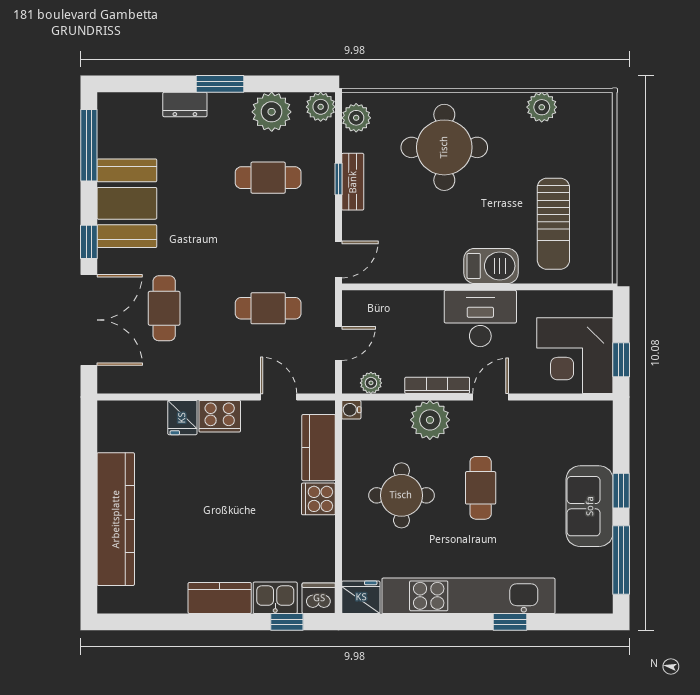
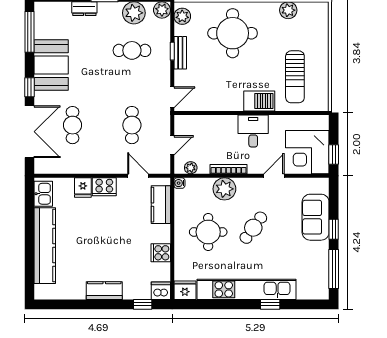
cafe table: (268, 308) -> (132, 125), turned 90
desk: (480, 319) -> (253, 131), width x0.73
door: (491, 397) -> (274, 176), moved
cafe table: (481, 488) -> (253, 228), turned 36
cooker: (318, 499) -> (161, 253), moved
sofa: (590, 506) -> (316, 217), moved
kitchen sink: (275, 598) -> (43, 194), moved, turned 90

